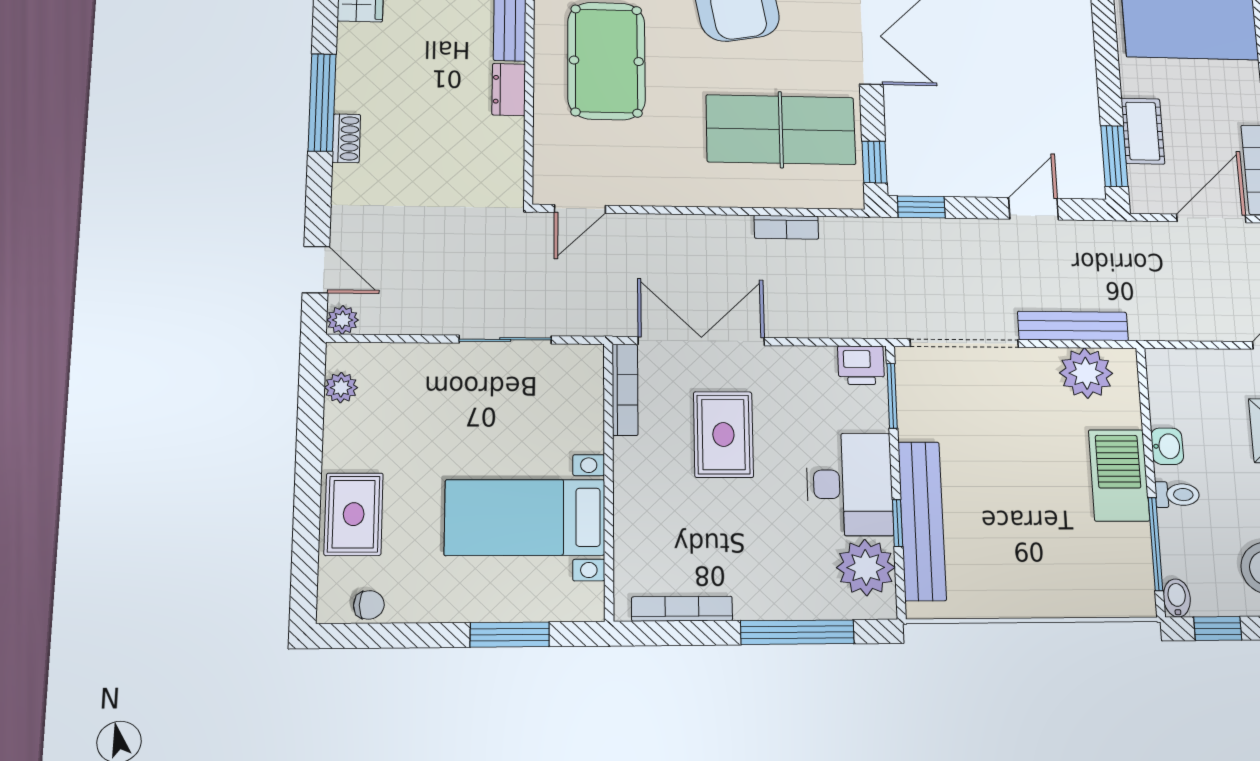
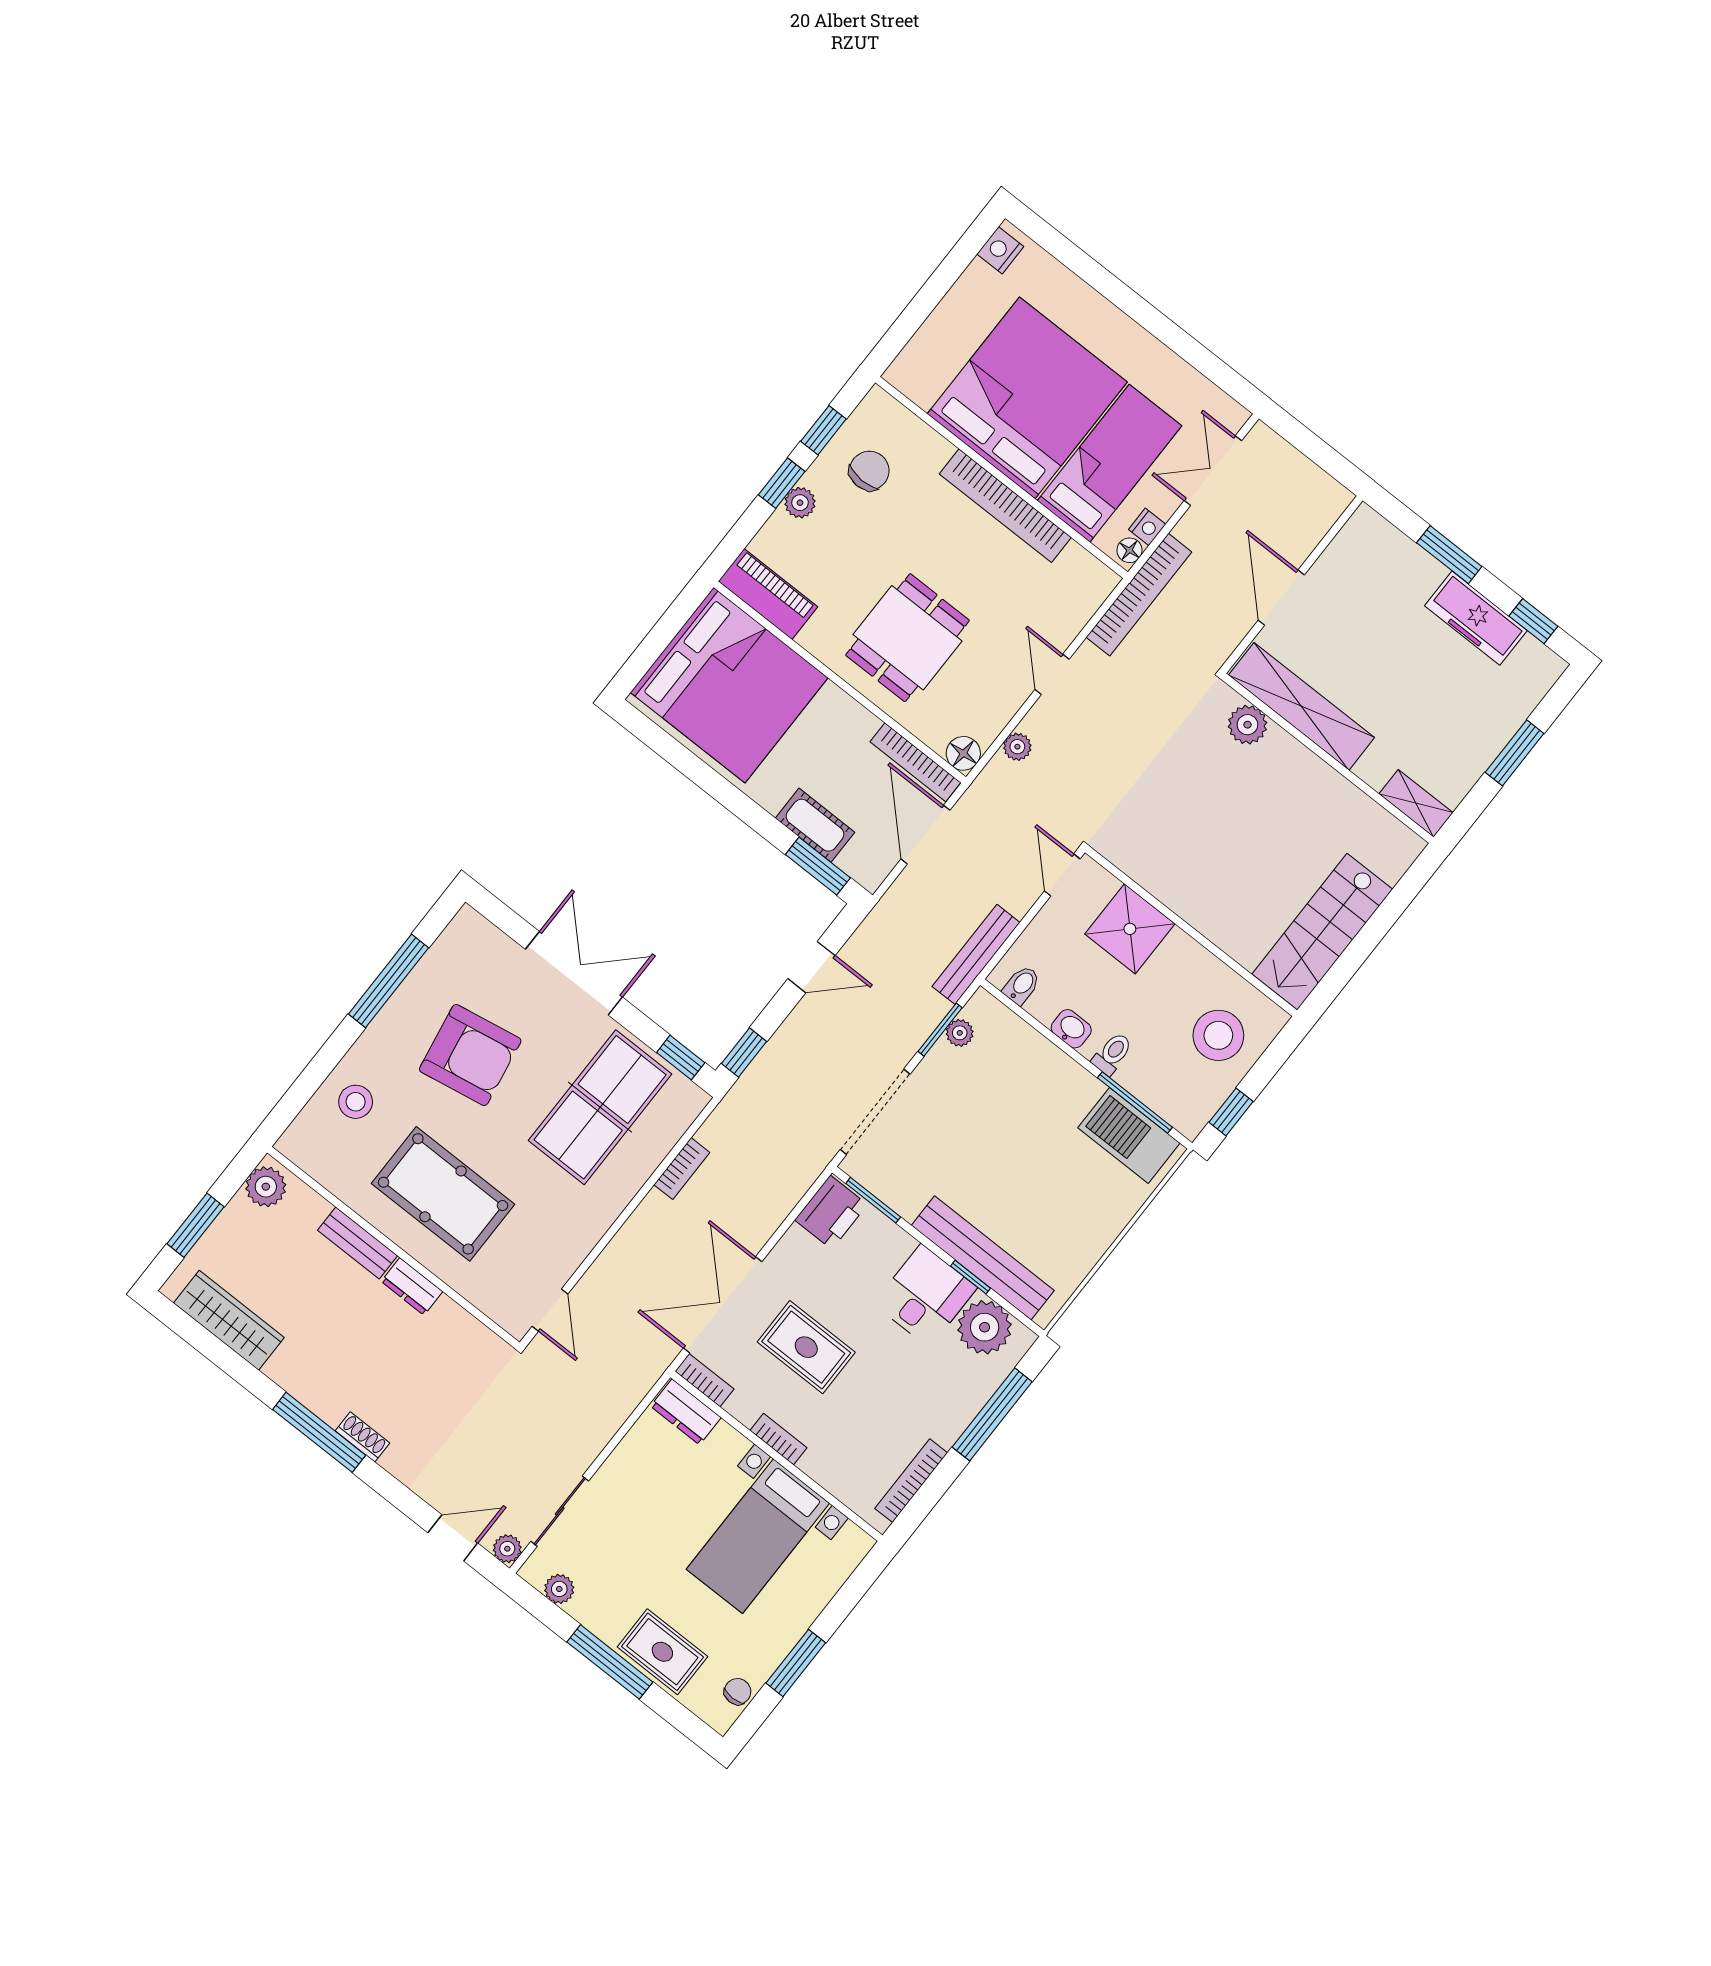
door: (1034, 209) -> (811, 967), swing flipped
bench: (1073, 326) -> (976, 954), moved
sliding door: (505, 340) -> (560, 1511), moved
window: (1074, 344) -> (940, 1030), added
printer: (861, 365) -> (831, 1212), width x1.36, depth x1.24
plant: (1086, 373) -> (960, 1033), width x0.53, depth x0.53
dresser: (585, 378) -> (686, 1412), added
bookcase: (625, 390) -> (704, 1380), width x0.64
bookcase: (625, 471) -> (778, 1439), added
barbecue: (1119, 475) -> (1129, 1135), moved
window: (308, 477) -> (610, 1662), added
desk: (850, 484) -> (925, 1296), width x0.73
bidet: (1177, 598) -> (1022, 985), moved, turned 90
window: (510, 635) -> (796, 1663), moved

